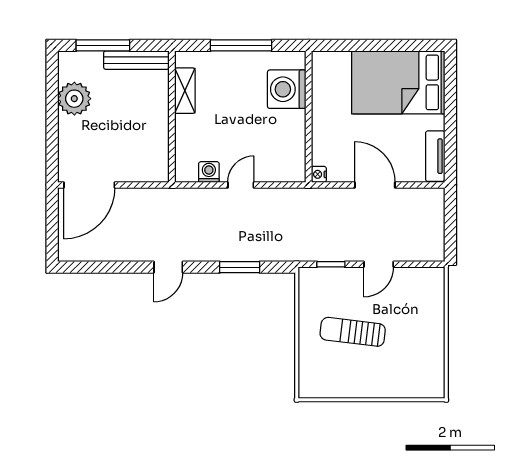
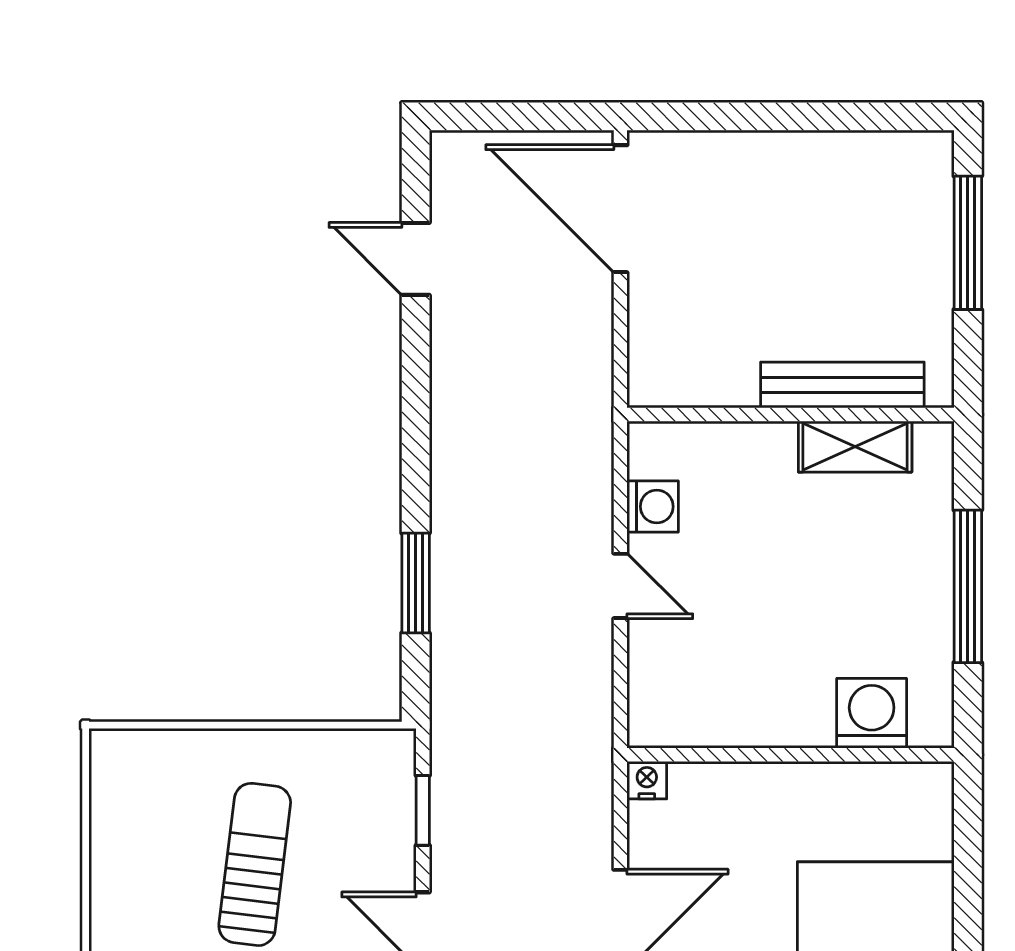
bench: (136, 60) -> (842, 385), moved, turned 90
washing machine: (287, 89) -> (872, 713), width x0.73, depth x0.73
plant: (74, 99) -> (835, 171), removed
door: (168, 267) -> (416, 259), moved

